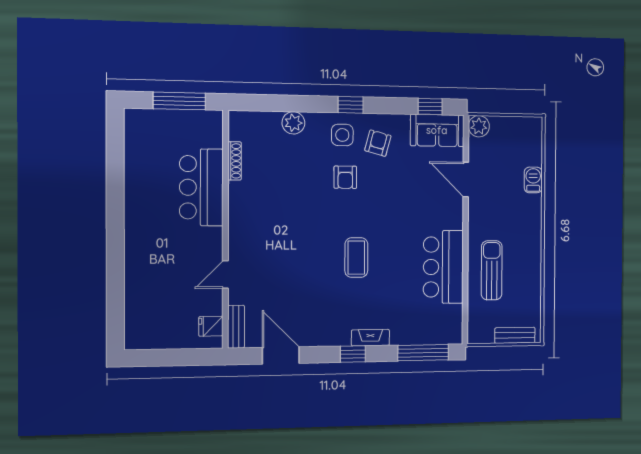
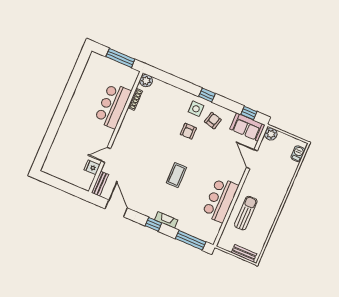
plant: (293, 123) -> (146, 81), moved
barbecue: (533, 180) -> (298, 154), moved
fridge: (211, 326) -> (92, 167), moved

